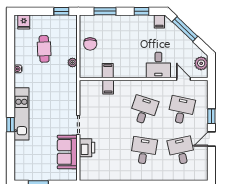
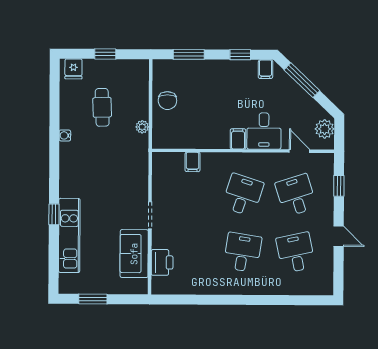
window: (61, 11) -> (105, 54), moved
filing cabinet: (108, 71) -> (238, 139), moved
desk: (181, 110) -> (296, 195), turned -30
kitchen unit: (21, 114) -> (69, 235), moved
window: (211, 116) -> (339, 186), moved
door: (211, 139) -> (339, 236), swing flipped
printer: (87, 148) -> (162, 262), moved

